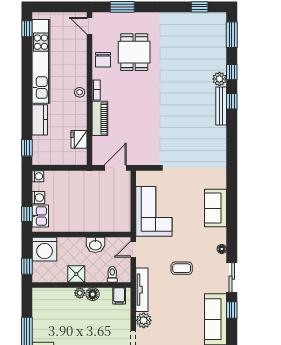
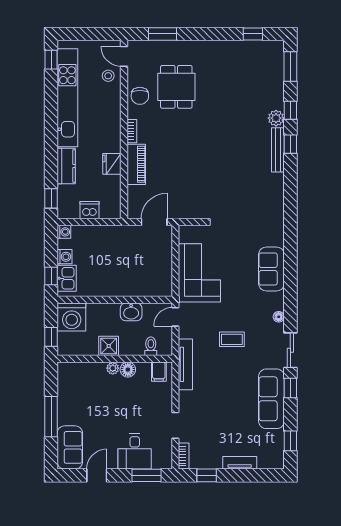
stool: (80, 92) -> (108, 76), moved
fridge: (79, 139) -> (112, 164), moved
dishwasher: (60, 158) -> (90, 210), added
plant: (144, 320) -> (187, 400), removed

